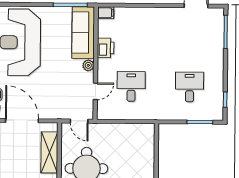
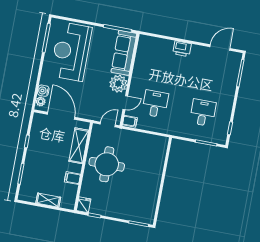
filing cabinet: (106, 13) -> (130, 121), moved
printer: (106, 48) -> (182, 49), moved, turned 90
plant: (88, 65) -> (118, 84), width x1.88, depth x1.88
door: (79, 121) -> (108, 125), swing flipped

